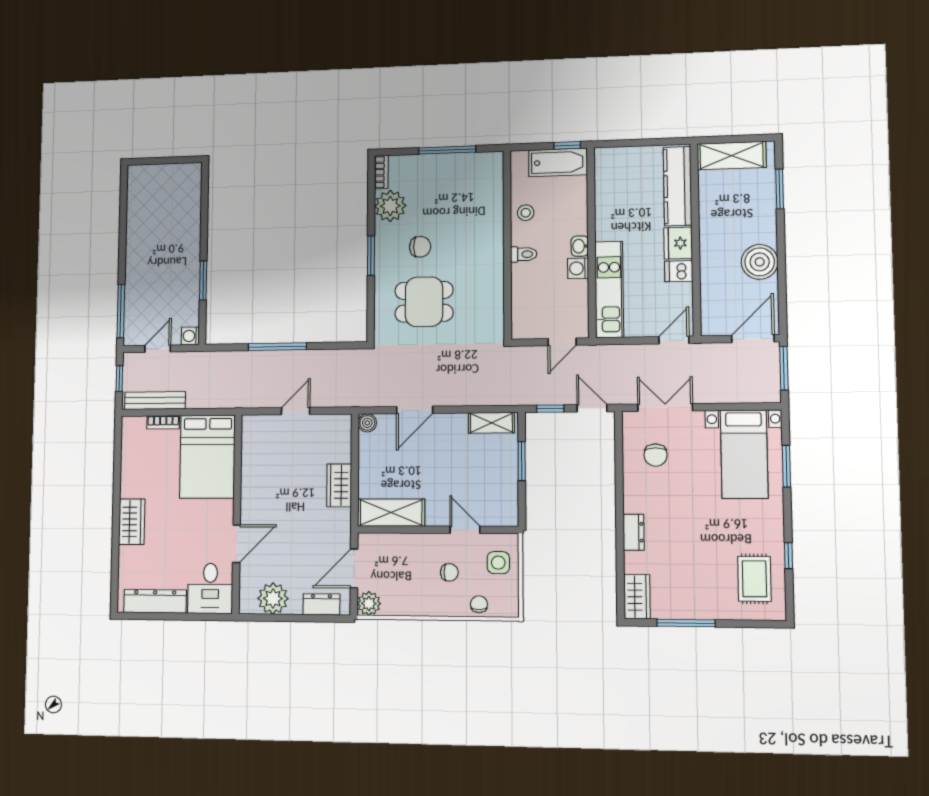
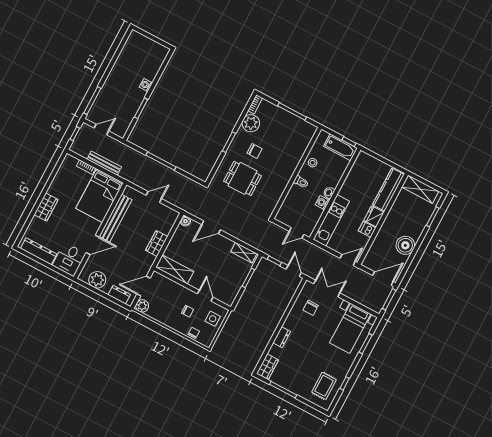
washing machine: (190, 336) -> (146, 85), moved
bench: (155, 400) -> (104, 163), moved
bench: (251, 480) -> (116, 218), added

